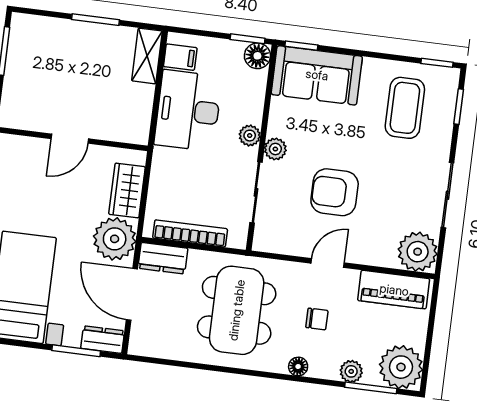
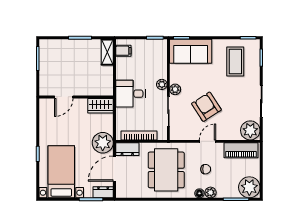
floor lamp: (257, 56) -> (161, 45), removed
desk: (188, 111) -> (130, 94), moved, width x0.73
door: (70, 139) -> (64, 97), moved
wardrobe: (127, 190) -> (100, 106), moved, turned -90
armchair: (335, 192) -> (206, 107), turned 57
door: (132, 294) -> (115, 169), hinge flipped
plant: (351, 371) -> (211, 192), moved

